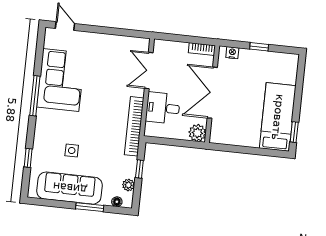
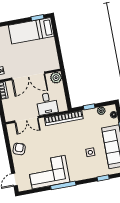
armchair: (108, 47) -> (19, 149), added

